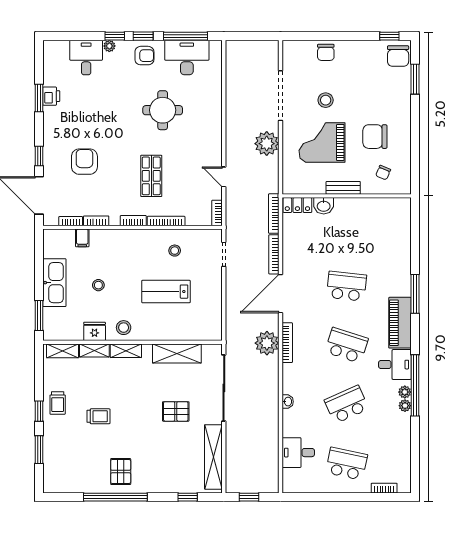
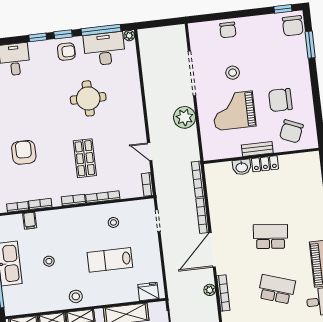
plant: (109, 46) -> (129, 36), moved
chair: (383, 173) -> (291, 131), width x1.87, depth x1.87
locker: (297, 205) -> (265, 164), moved
fridge: (95, 331) -> (148, 291), moved
plant: (267, 343) -> (210, 290), width x0.53, depth x0.53

